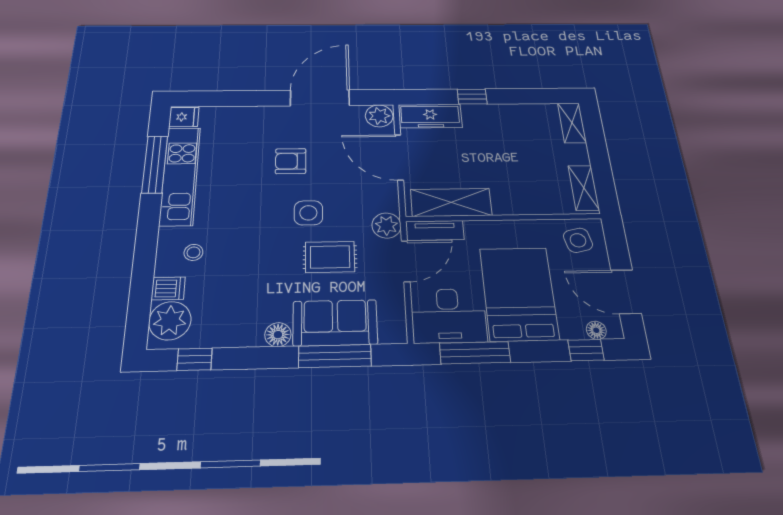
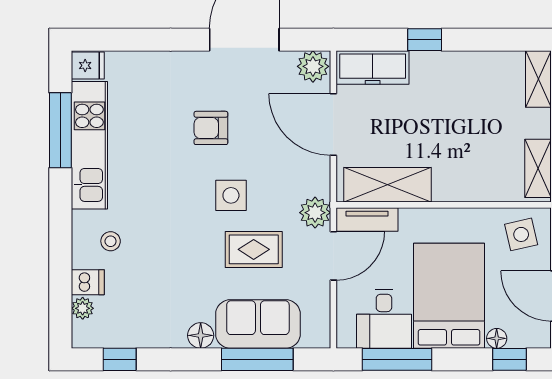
desk: (448, 316) -> (384, 319), width x0.73
plant: (170, 321) -> (83, 308), width x0.53, depth x0.53
floor lamp: (596, 330) -> (497, 338), moved

